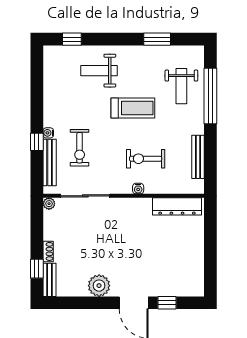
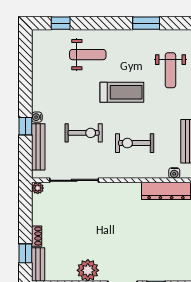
weight bench: (99, 71) -> (88, 55), turned 180
exercise bike: (80, 148) -> (84, 133), moved, turned -90
water cooler: (138, 189) -> (174, 173), moved

